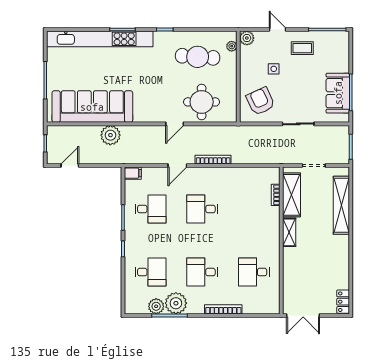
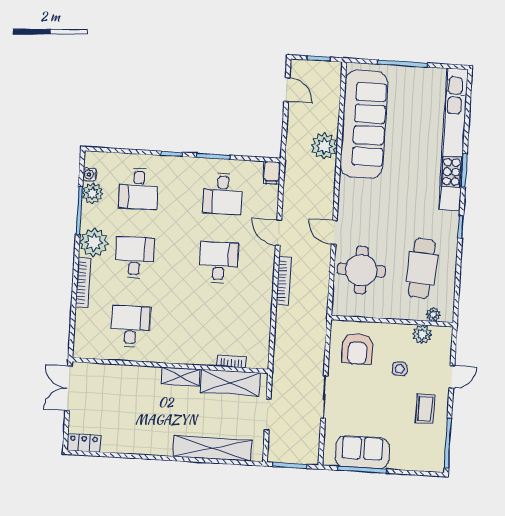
plant: (247, 38) -> (422, 334), moved
armchair: (261, 101) -> (358, 349), turned 115
plant: (176, 303) -> (94, 242), moved
water cooler: (142, 309) -> (90, 175), added

